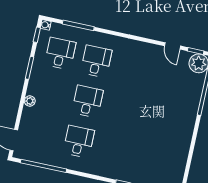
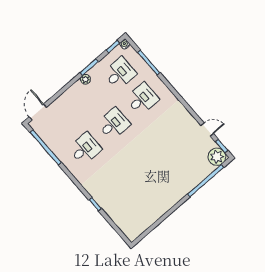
door: (173, 46) -> (207, 130), swing flipped
plant: (30, 101) -> (85, 79), moved

